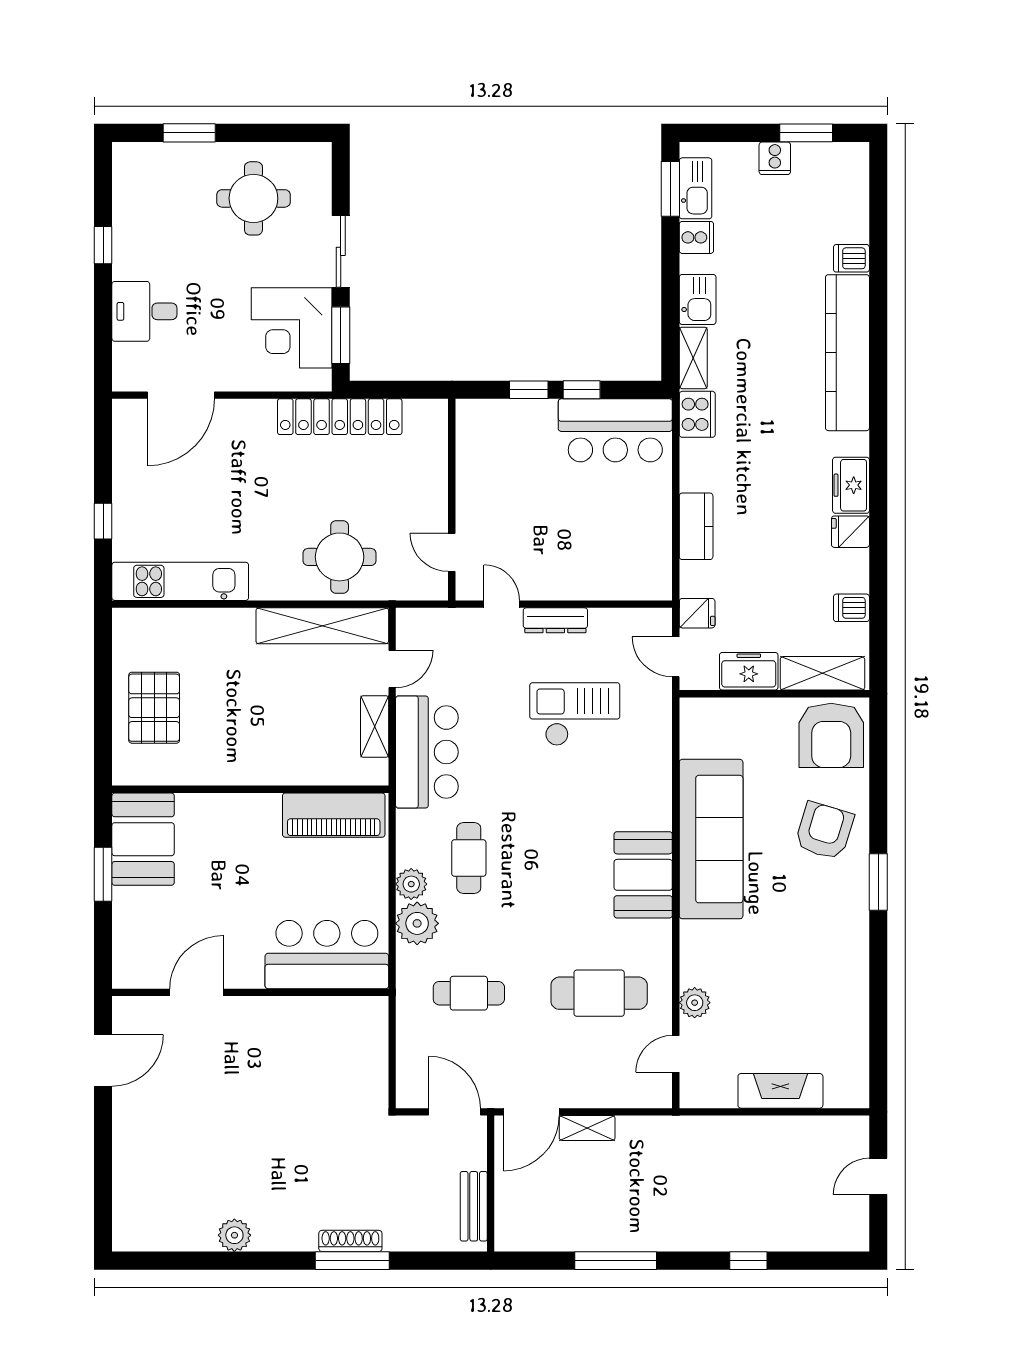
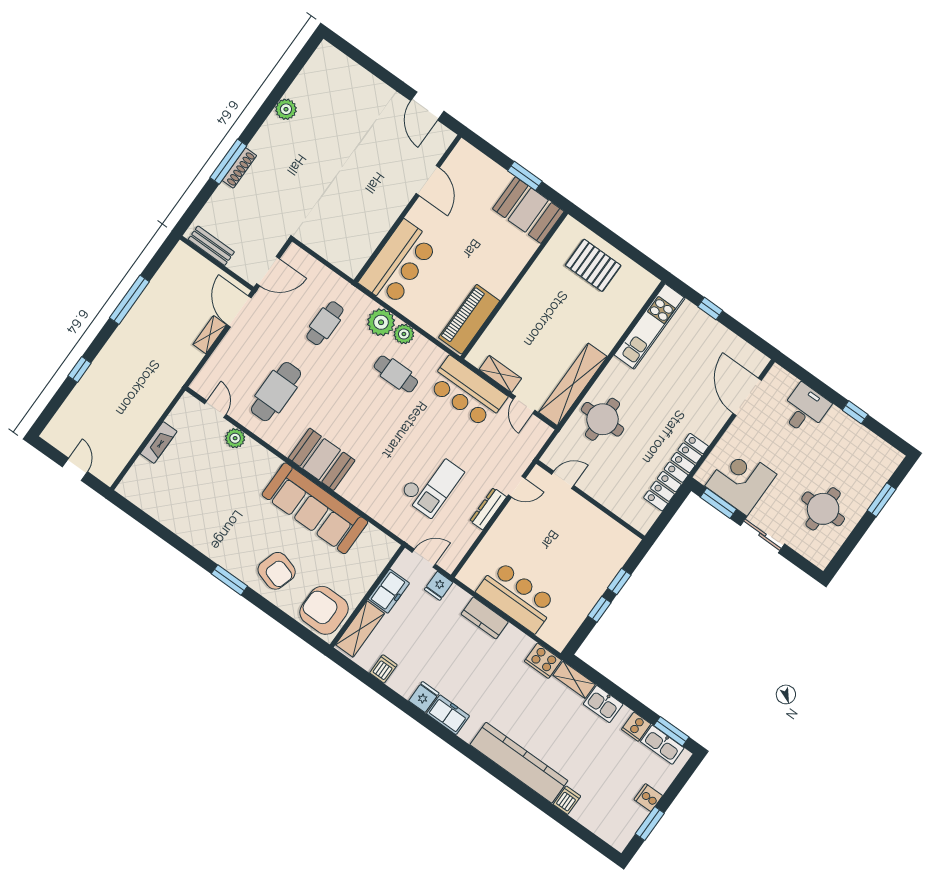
bar counter: (615, 430) -> (517, 597), moved, turned 90
fireplace: (780, 1091) -> (159, 443), width x0.73, depth x0.76

